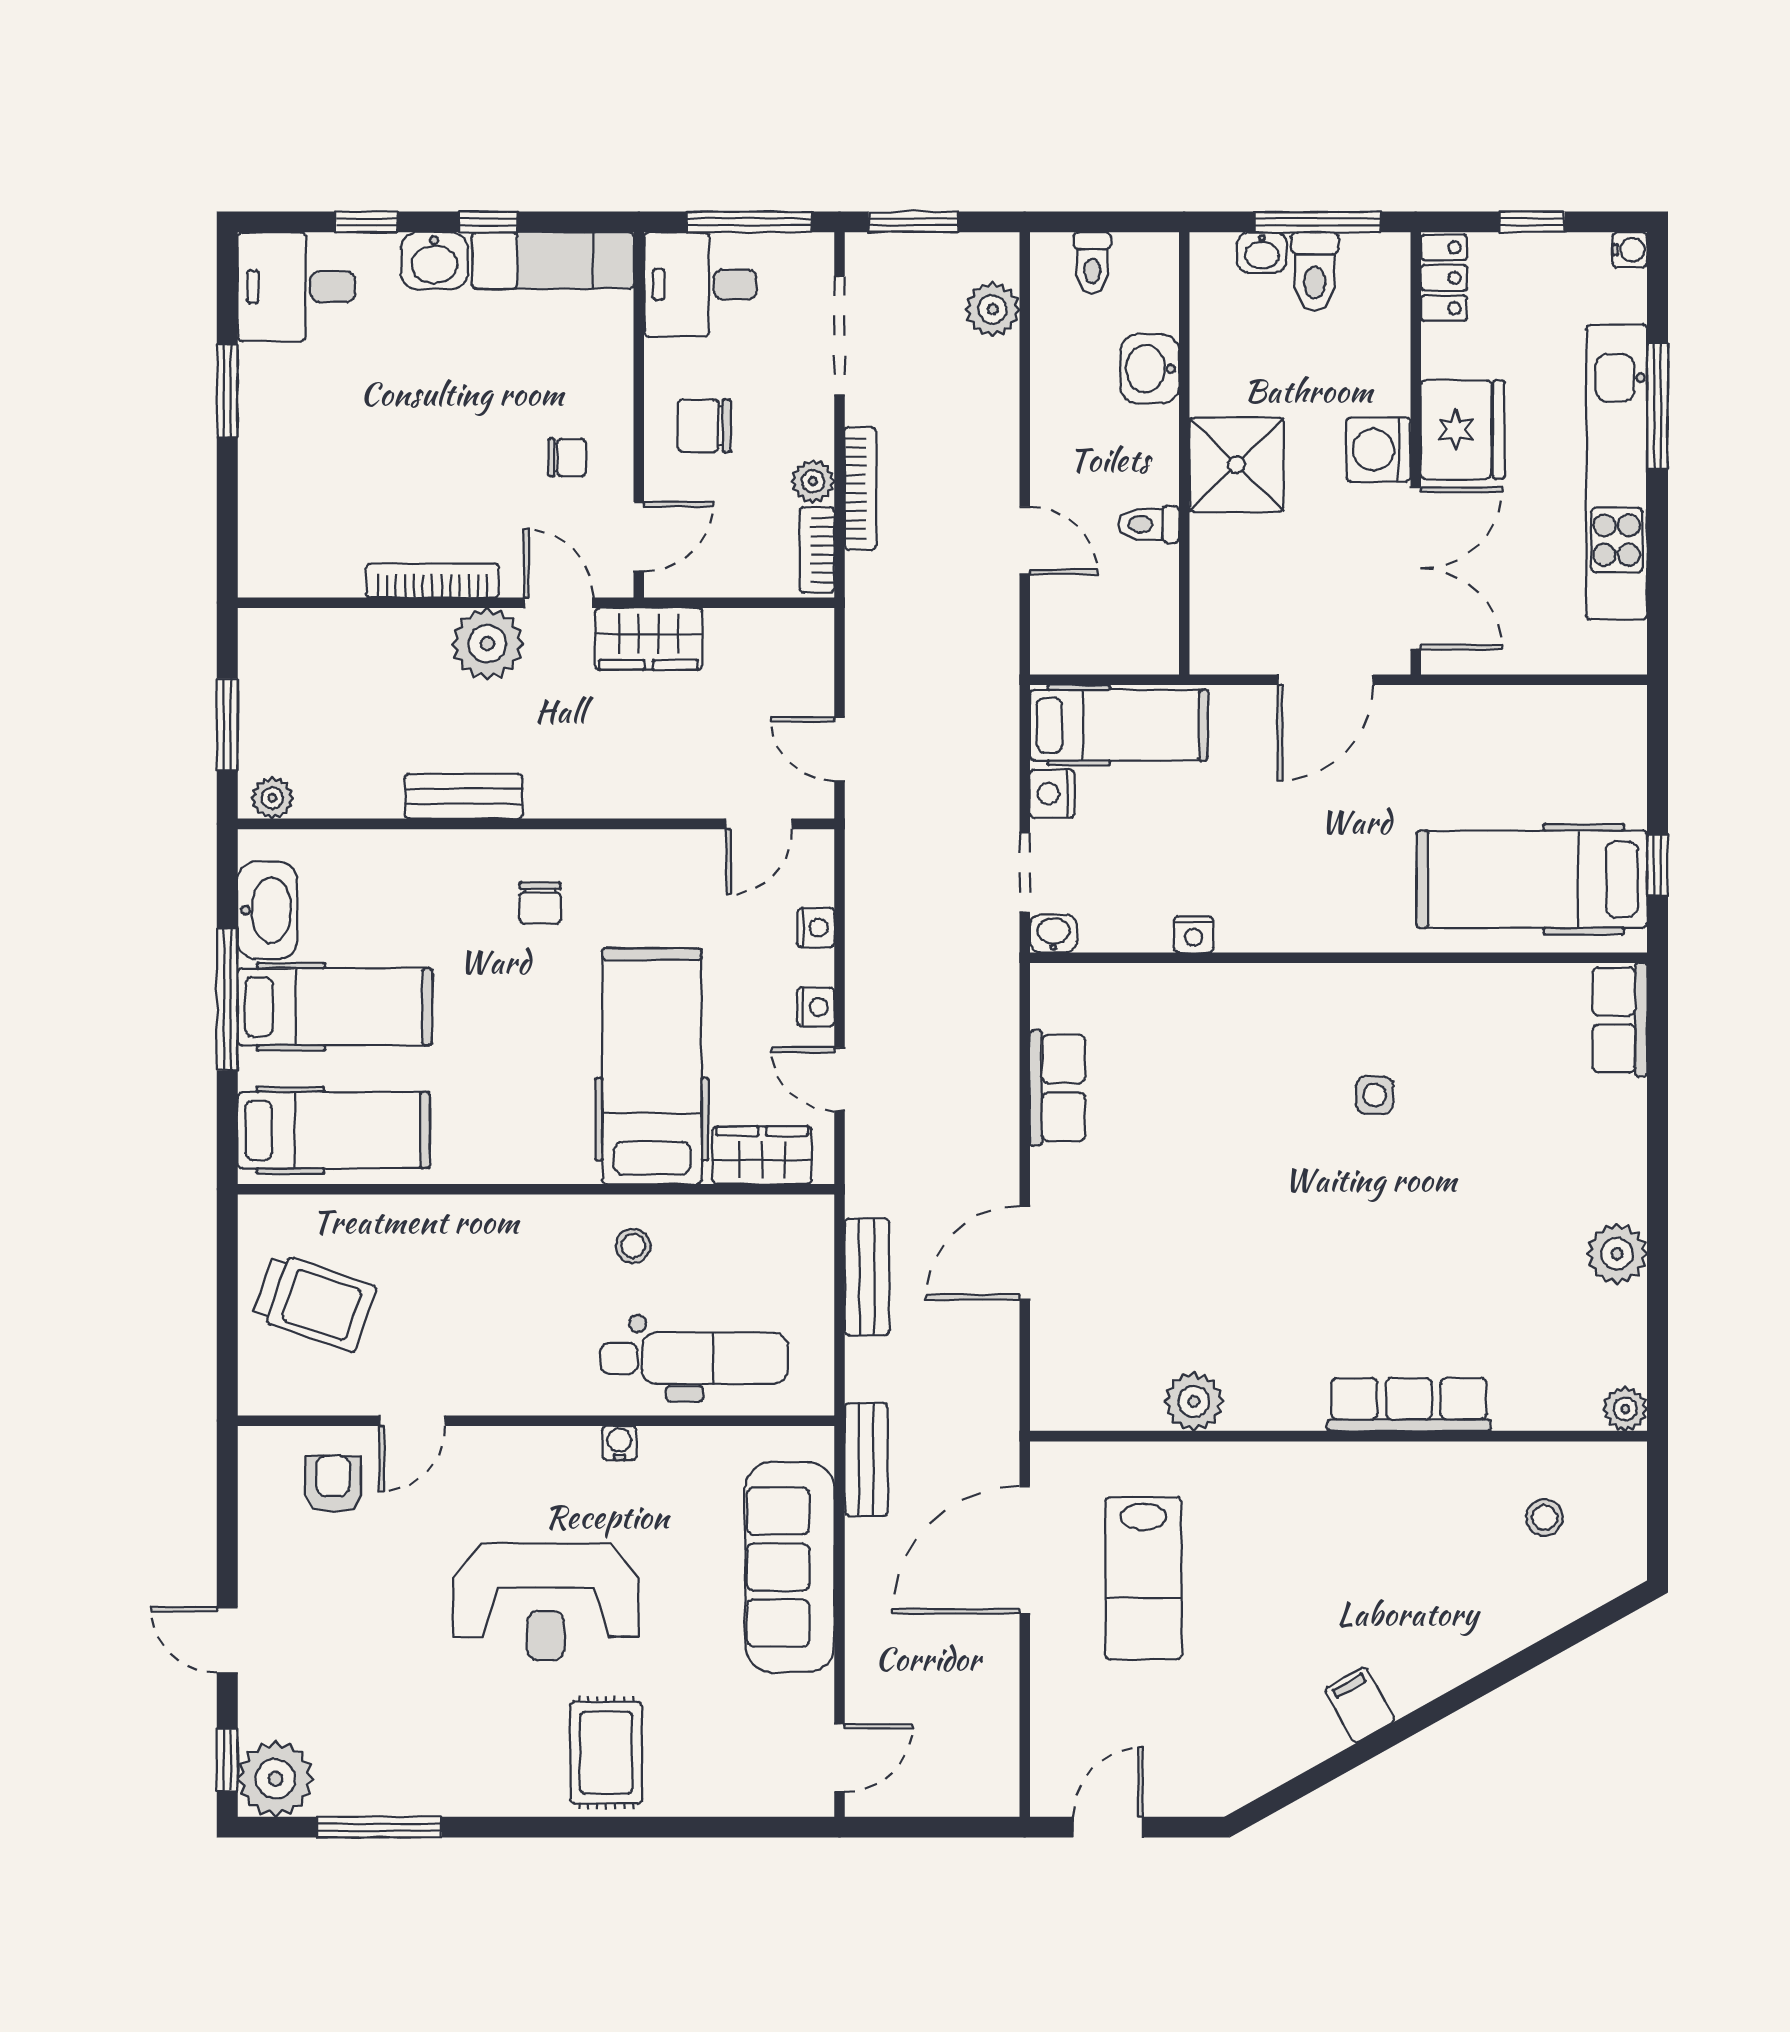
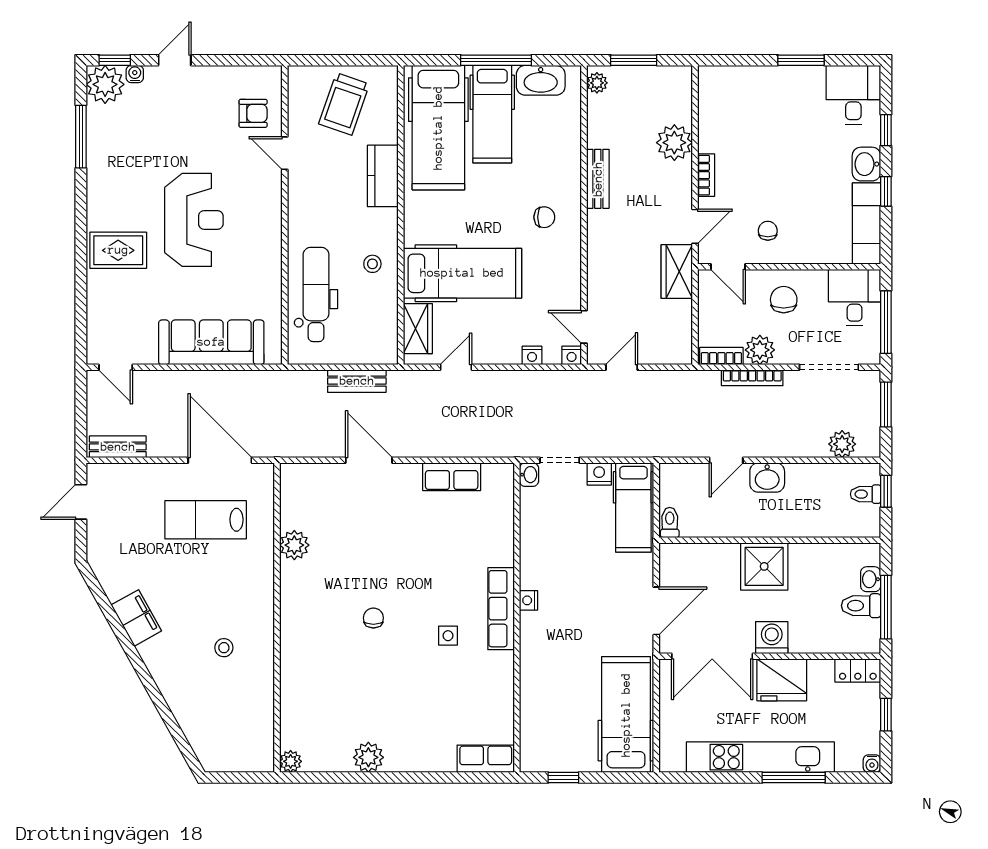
window: (1087, 222) -> (886, 491), added
washbasin: (1150, 369) -> (767, 478), moved, turned 180
chair: (567, 457) -> (768, 231), turned 180
plant: (813, 481) -> (760, 350), width x1.38, depth x1.38
toilet: (1149, 524) -> (670, 522), moved
bookcase: (432, 581) -> (706, 175), width x0.64
plant: (487, 644) -> (674, 143), moved
door: (1325, 680) -> (656, 611), swing flipped
hospital bed: (1532, 879) -> (626, 715), moved
chair: (540, 903) -> (544, 217), turned 180
nightstand: (1194, 934) -> (529, 600), moved
nightstand: (816, 1007) -> (572, 355), moved
hospital bed: (334, 1130) -> (438, 128), width x1.37, depth x1.29
kitchen counter: (458, 1225) -> (383, 176), added
chair: (1339, 1244) -> (373, 618), added
dental chair: (694, 1358) -> (316, 294), turned 180
row of seats: (1409, 1404) -> (501, 609), moved, turned 180
water cooler: (619, 1443) -> (135, 74), moved, turned -90
bench: (866, 1460) -> (118, 447), moved
stool: (1544, 1518) -> (224, 648), moved
reception desk: (546, 1602) -> (194, 220), turned 180
filing cabinet: (1360, 1705) -> (136, 618), width x2.00
door: (1108, 1827) -> (81, 502), swing flipped

